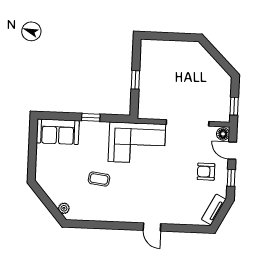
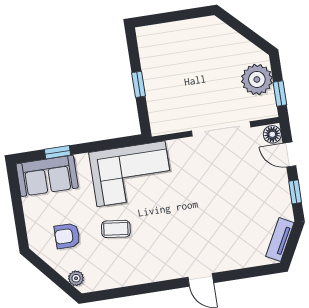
plant: (220, 93) -> (257, 79), added
window: (91, 117) -> (58, 152), moved
corner sofa: (137, 143) -> (131, 174), moved
armchair: (206, 172) -> (67, 236), moved

